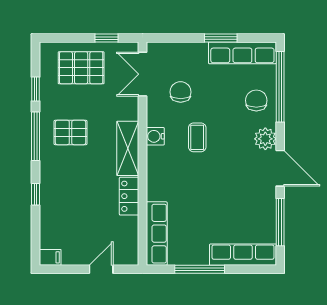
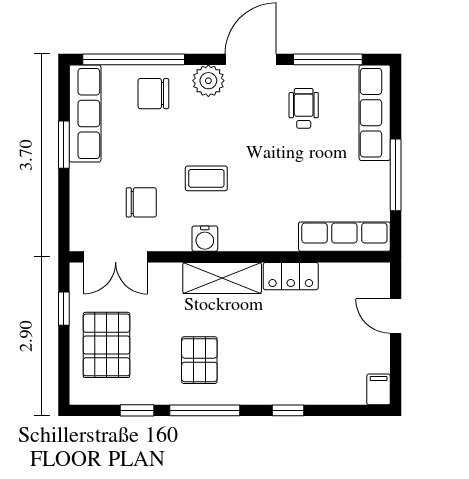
chair: (181, 92) -> (141, 202), turned 180
wheelchair: (246, 205) -> (304, 108), added

